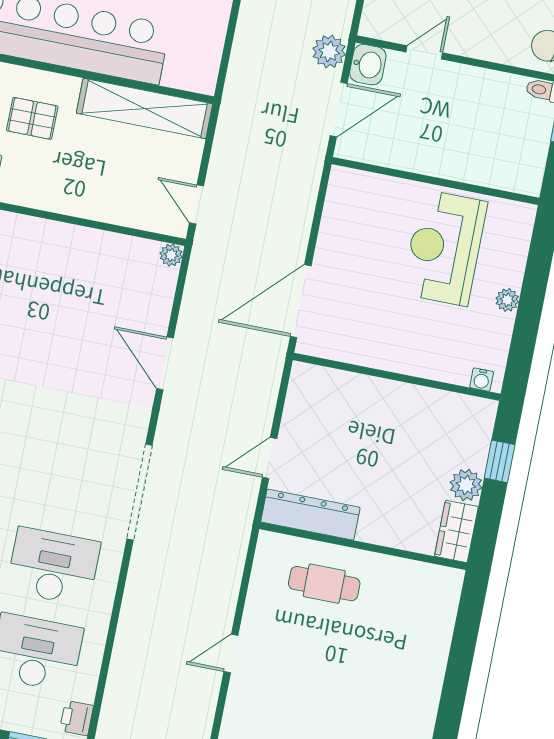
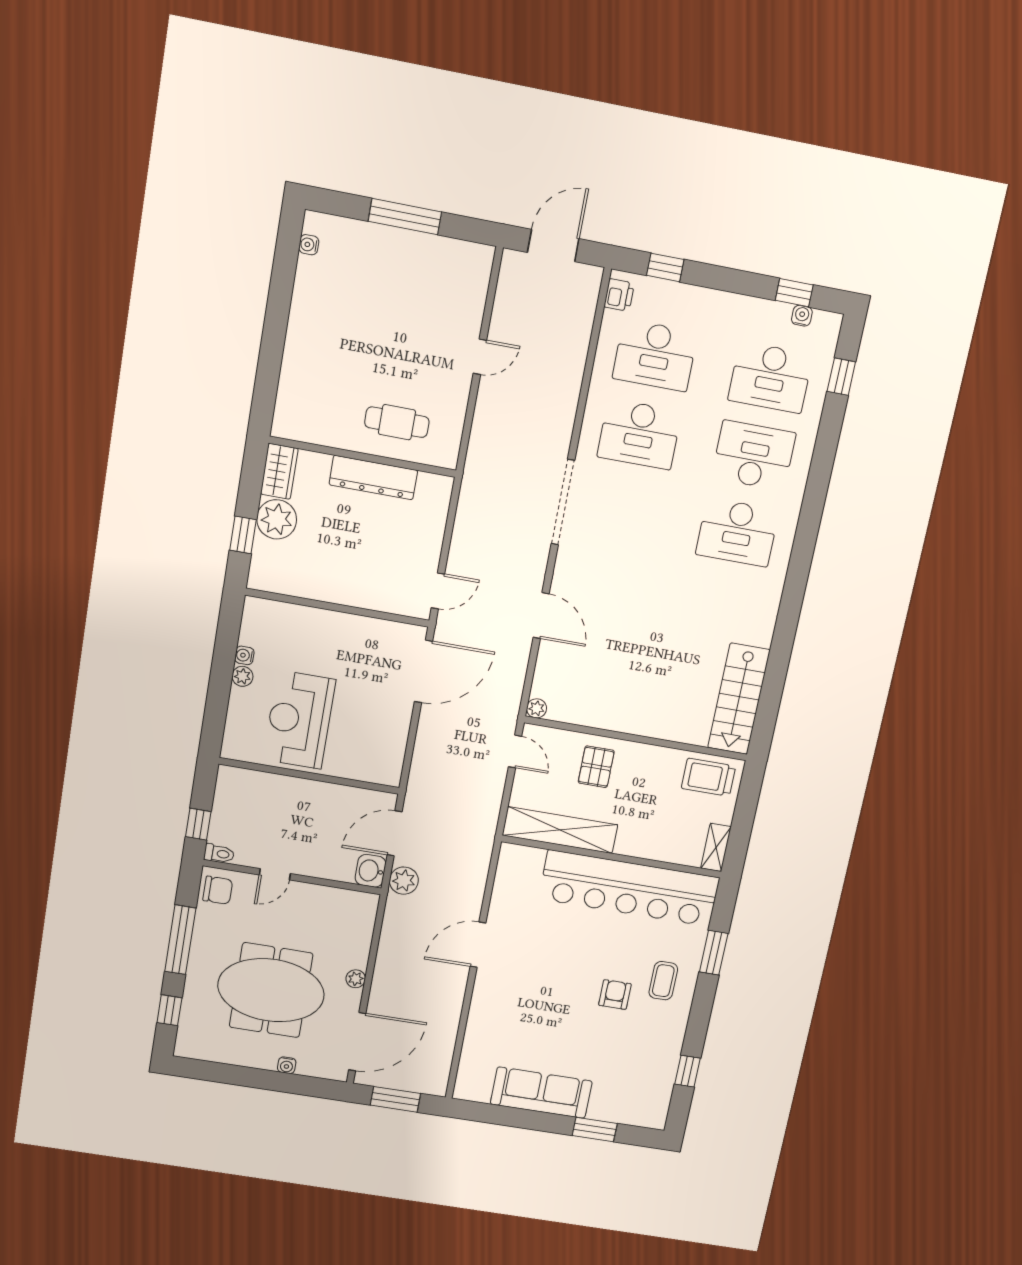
door: (424, 52) -> (275, 874), moved
pallet: (32, 118) -> (596, 767), moved, turned 90
reception desk: (444, 248) -> (299, 720), turned 180
water cooler: (482, 380) -> (244, 655), moved, turned -90
door: (270, 458) -> (438, 591), moved
plant: (466, 485) -> (277, 519), width x1.36, depth x1.36
dresser: (310, 515) -> (373, 478), moved

